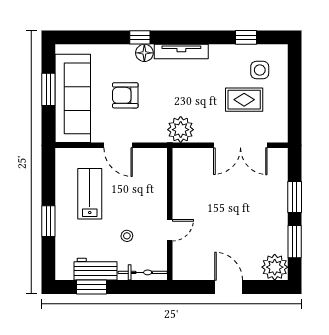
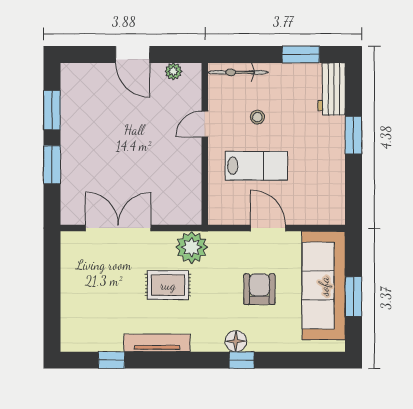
tv unit: (181, 51) -> (157, 343), moved
side table: (260, 70) -> (95, 320), removed
armchair: (125, 95) -> (259, 289), turned -90
rug: (244, 100) -> (168, 285), moved
lab bench: (90, 194) -> (256, 166), moved, turned -90
plant: (275, 267) -> (173, 71), moved, width x0.53, depth x0.53
workbench: (95, 269) -> (332, 89), moved, turned 90

